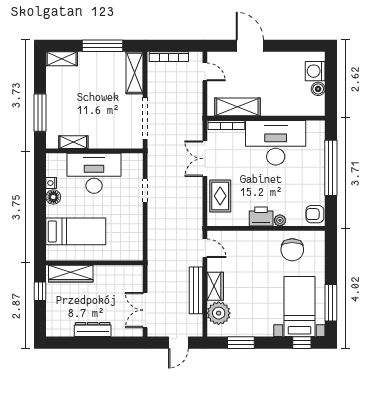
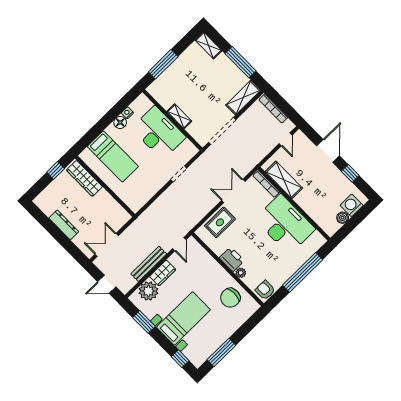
window: (287, 46) -> (350, 173), added
shelving: (73, 142) -> (179, 116), moved
bed with nightstands: (299, 306) -> (183, 318), moved

